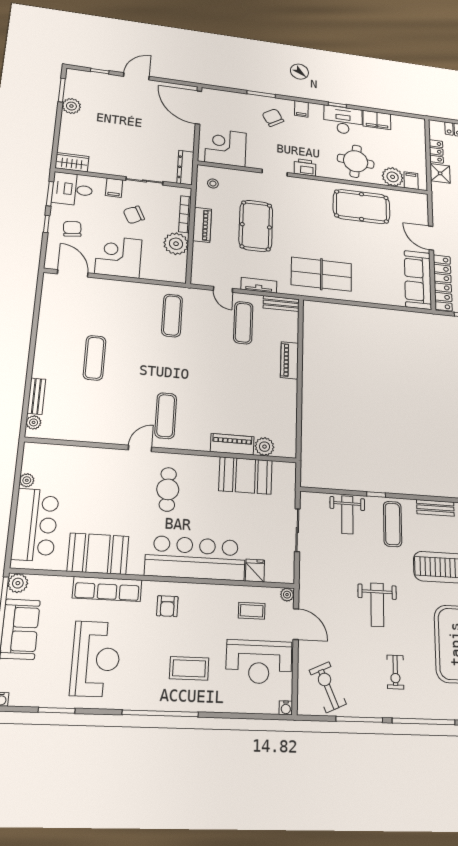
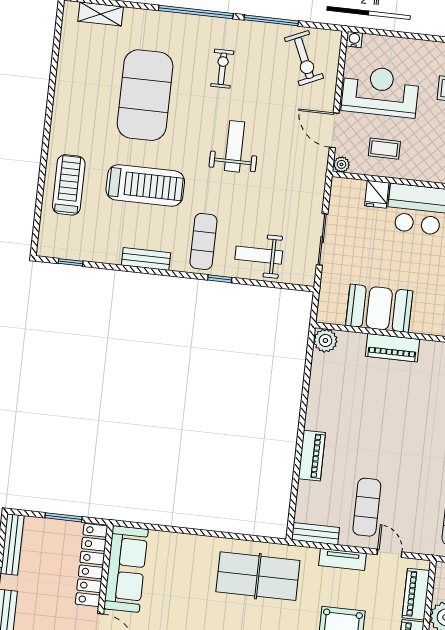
piano: (200, 260) -> (416, 594), added
plant: (265, 447) -> (325, 341), moved
weight bench: (347, 515) -> (259, 255), turned -90

